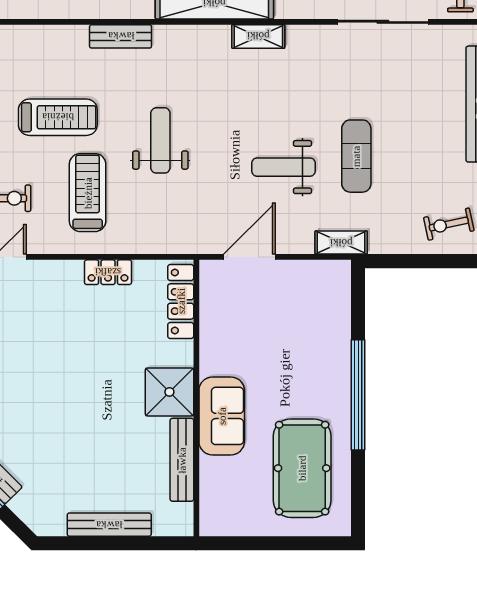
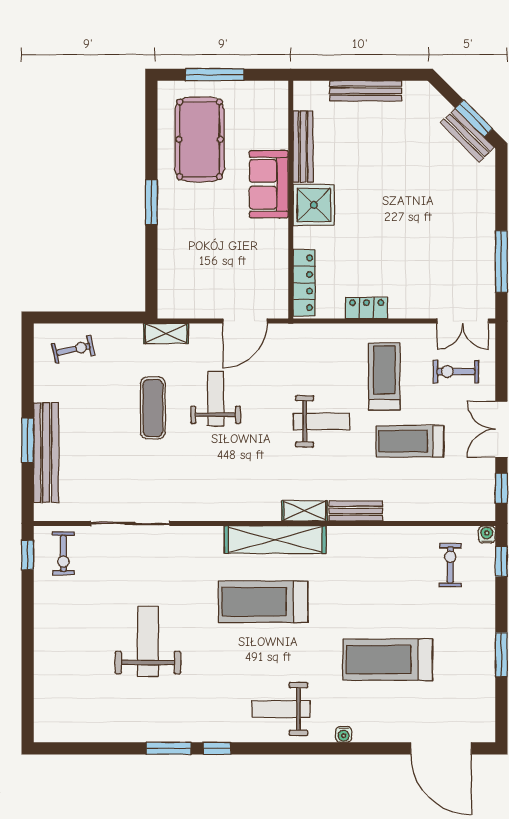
shelving: (258, 36) -> (305, 511), moved
weight bench: (160, 140) -> (322, 421), turned -90
weight bench: (283, 167) -> (216, 398), turned -90
treadmill: (88, 193) -> (384, 376), turned 180
window: (358, 395) -> (151, 202), width x0.47
window: (284, 543) -> (215, 75), added

